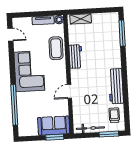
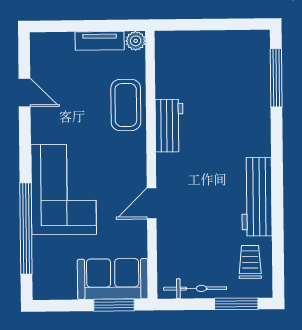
shelving: (81, 19) -> (184, 41), removed
door: (10, 35) -> (25, 92), moved
corner sofa: (29, 71) -> (64, 190), moved

